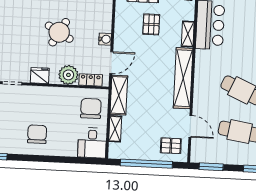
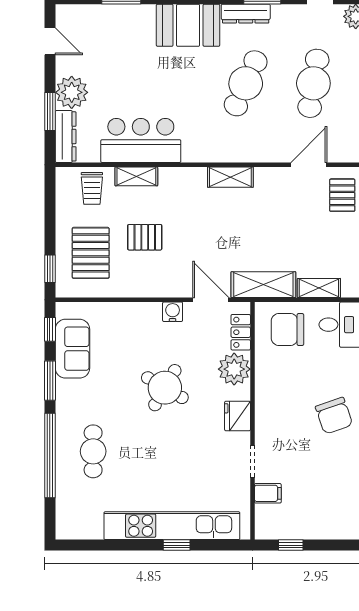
shelving: (188, 34) -> (136, 176), moved
shelving: (183, 78) -> (230, 177), width x0.45, depth x0.75
chair: (37, 134) -> (334, 416), turned -109

